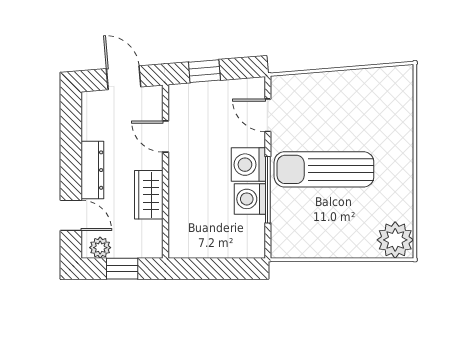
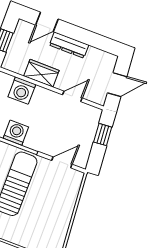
washing machine: (248, 165) -> (22, 91), moved, turned 180
plant: (100, 248) -> (21, 32), removed

